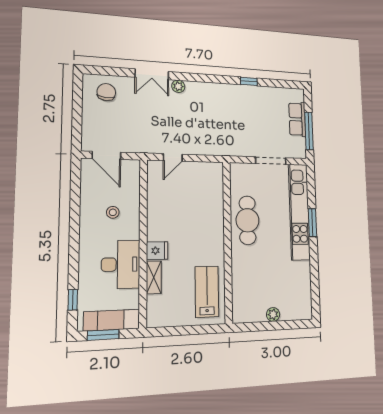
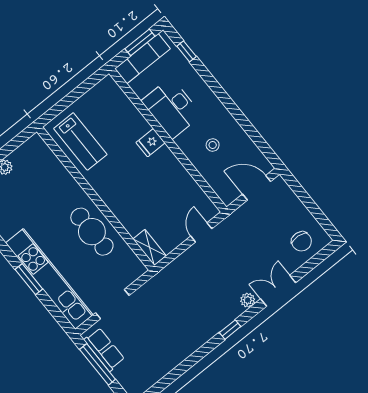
window: (249, 81) -> (230, 330), moved
row of seats: (297, 119) -> (104, 350), moved
shelving: (154, 277) -> (150, 247), moved

